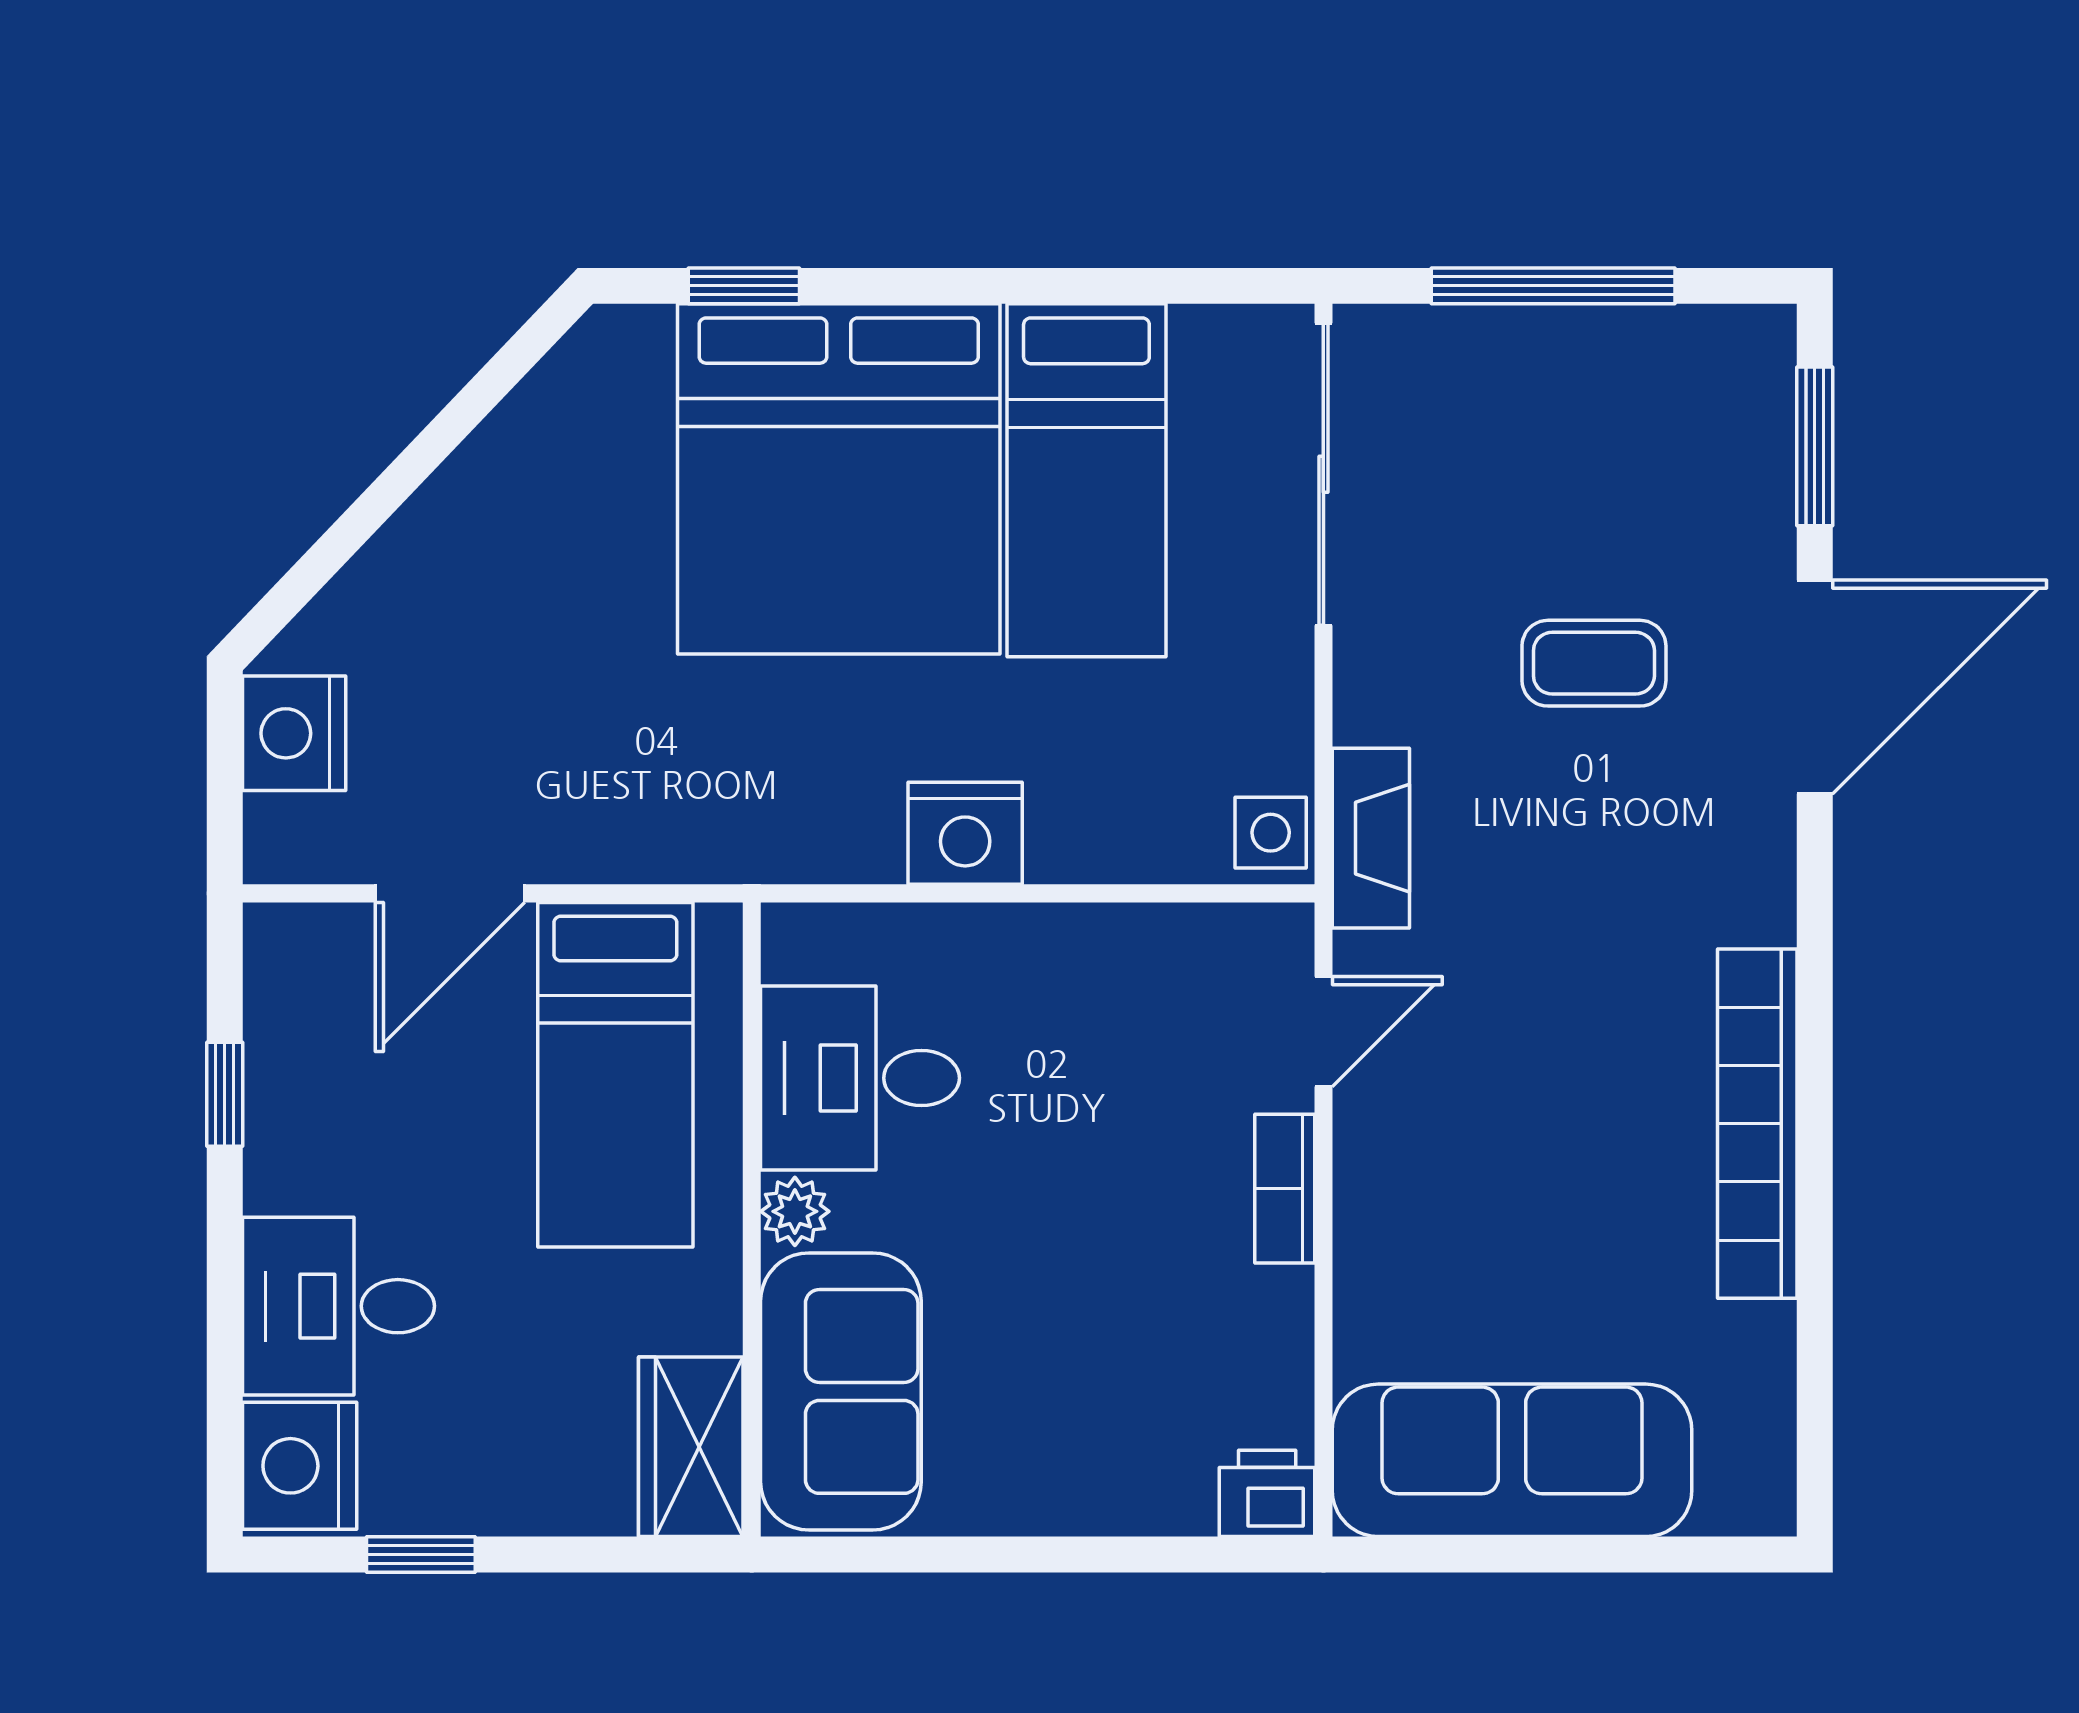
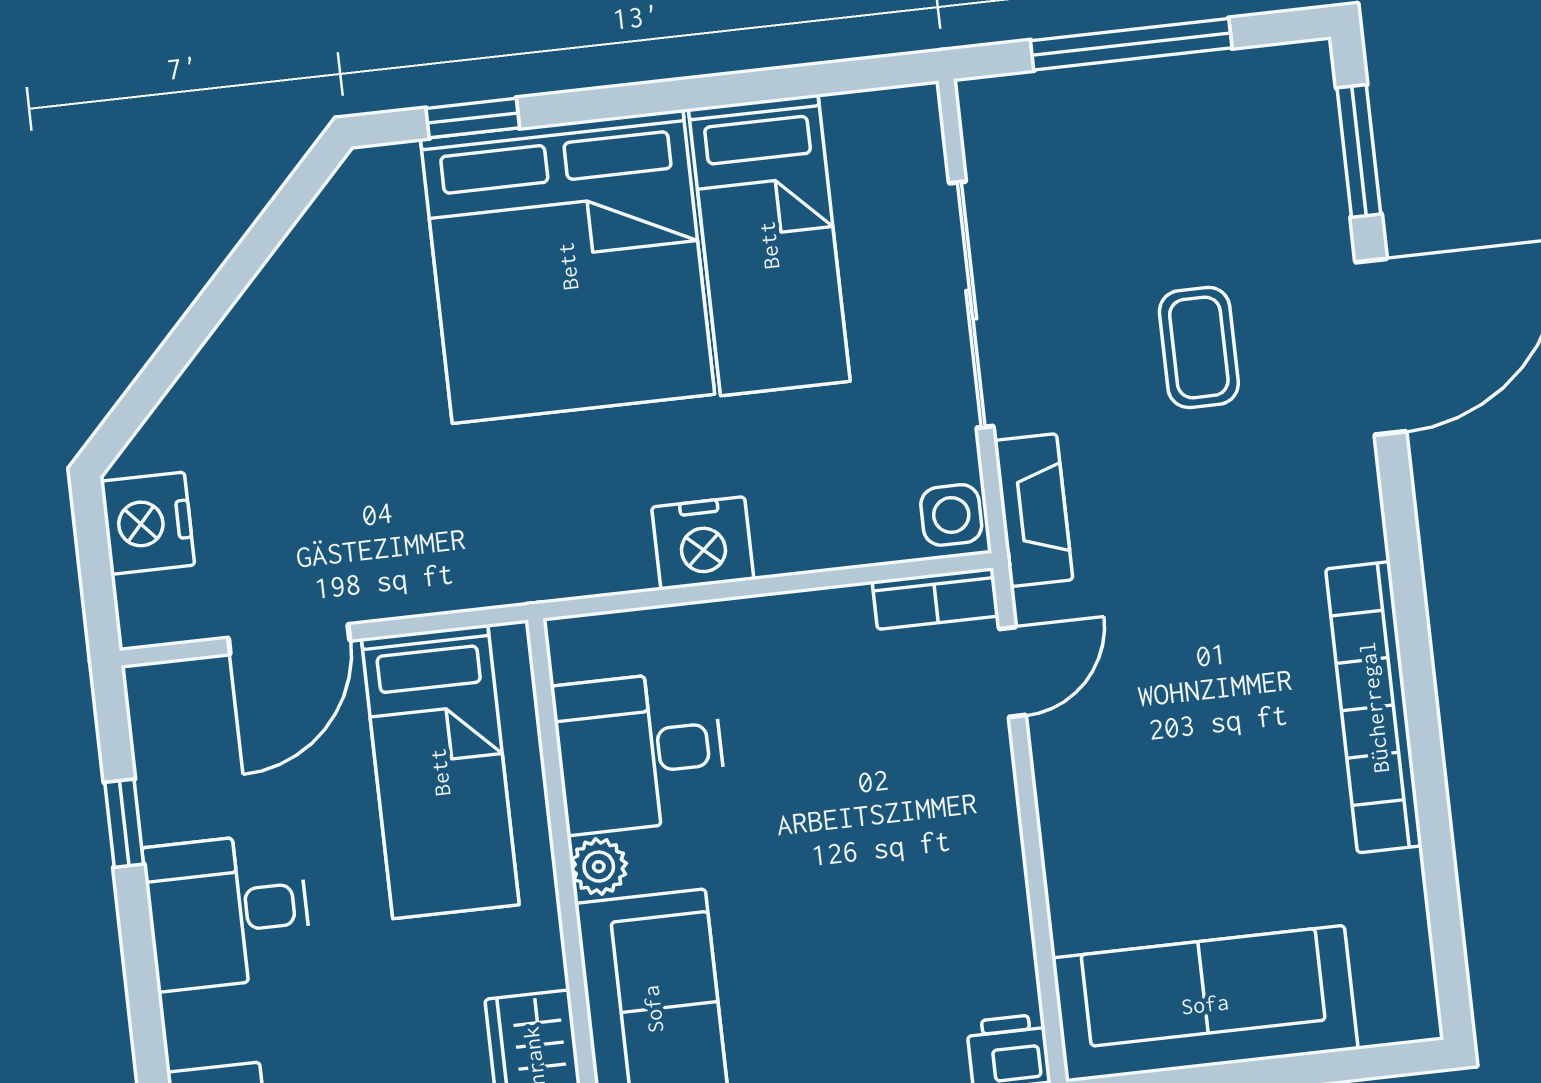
sliding door: (1323, 474) -> (971, 305), moved
coffee table: (1594, 663) -> (1199, 347), turned 90
bookcase: (1285, 1189) -> (935, 599), moved, turned -90
desk: (338, 1306) -> (228, 911), moved

